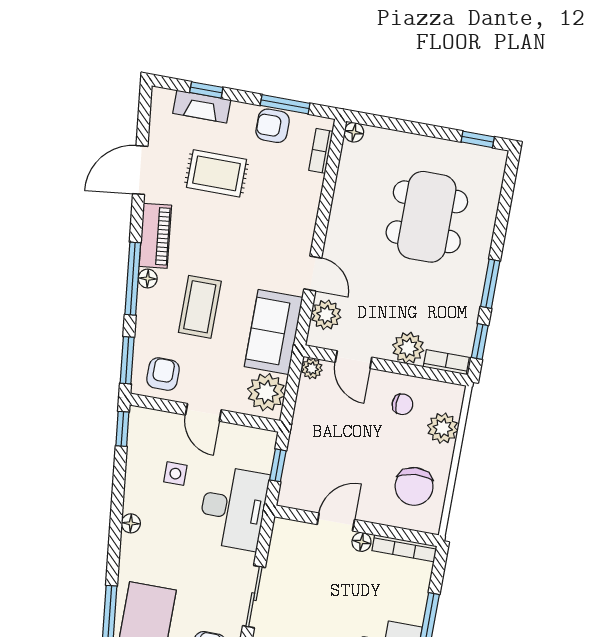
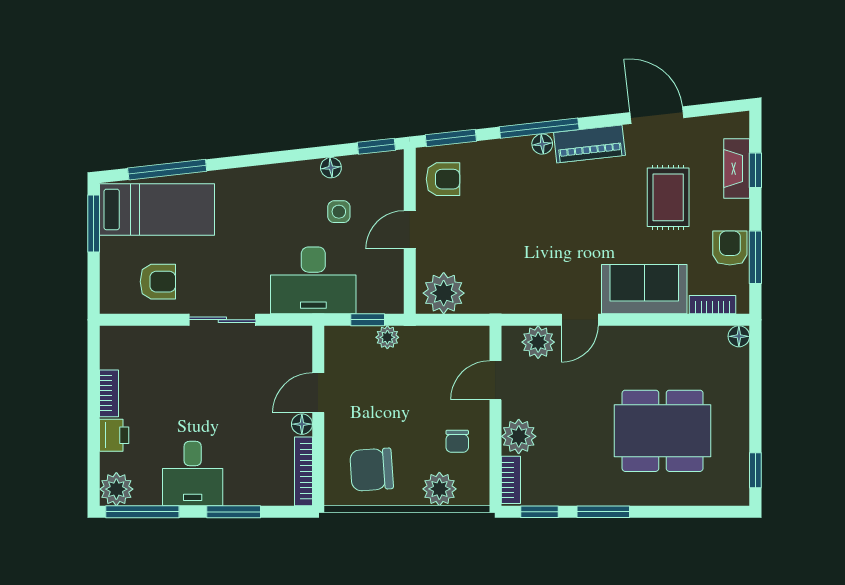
coffee table: (200, 307) -> (522, 205), removed
sofa: (273, 332) -> (644, 289), moved
plant: (312, 368) -> (387, 337), moved
door: (336, 522) -> (318, 393), swing flipped
floor lamp: (131, 523) -> (331, 168), moved

